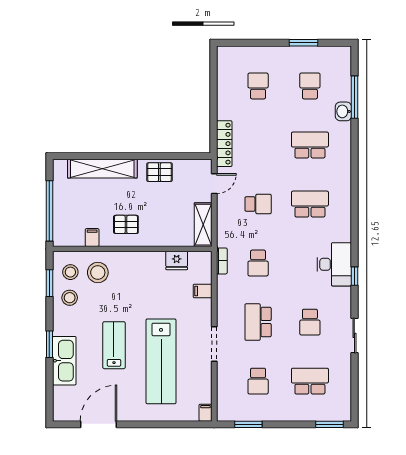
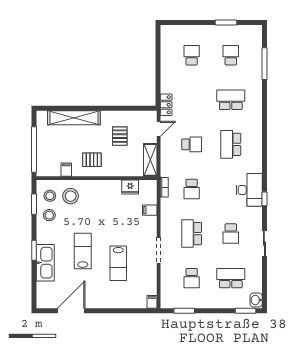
washbasin: (343, 111) -> (256, 300), moved
locker: (224, 144) -> (166, 105), width x0.66
pallet: (159, 172) -> (120, 136), moved, turned 90
school desk: (310, 204) -> (231, 144), turned -90
lab bench: (161, 361) -> (118, 263), width x0.54, depth x0.72

